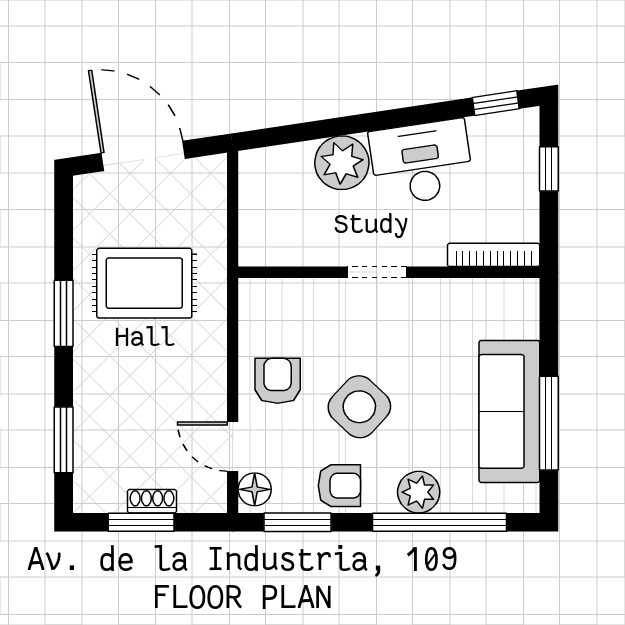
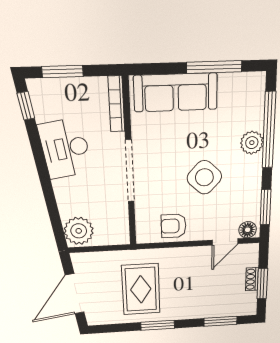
plant: (342, 163) -> (79, 231), moved
window: (549, 169) -> (63, 71), width x1.50
doorway: (377, 272) -> (130, 171), width x1.88
armchair: (278, 381) -> (174, 226), moved
sofa: (509, 411) -> (176, 92), moved
armchair: (339, 486) -> (247, 186), removed

